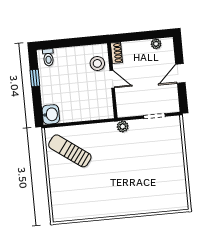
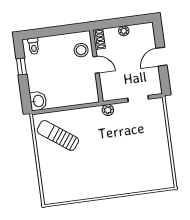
plant: (156, 44) -> (124, 31), moved

